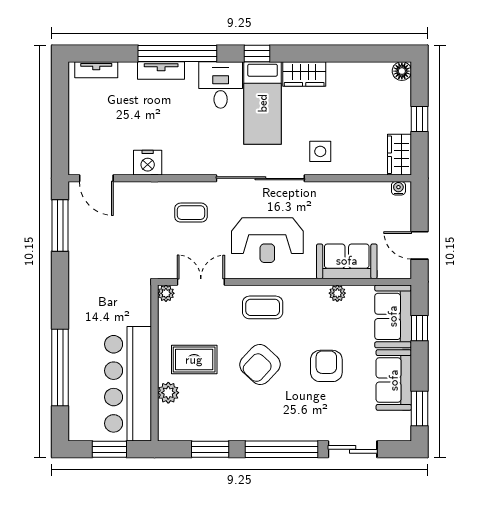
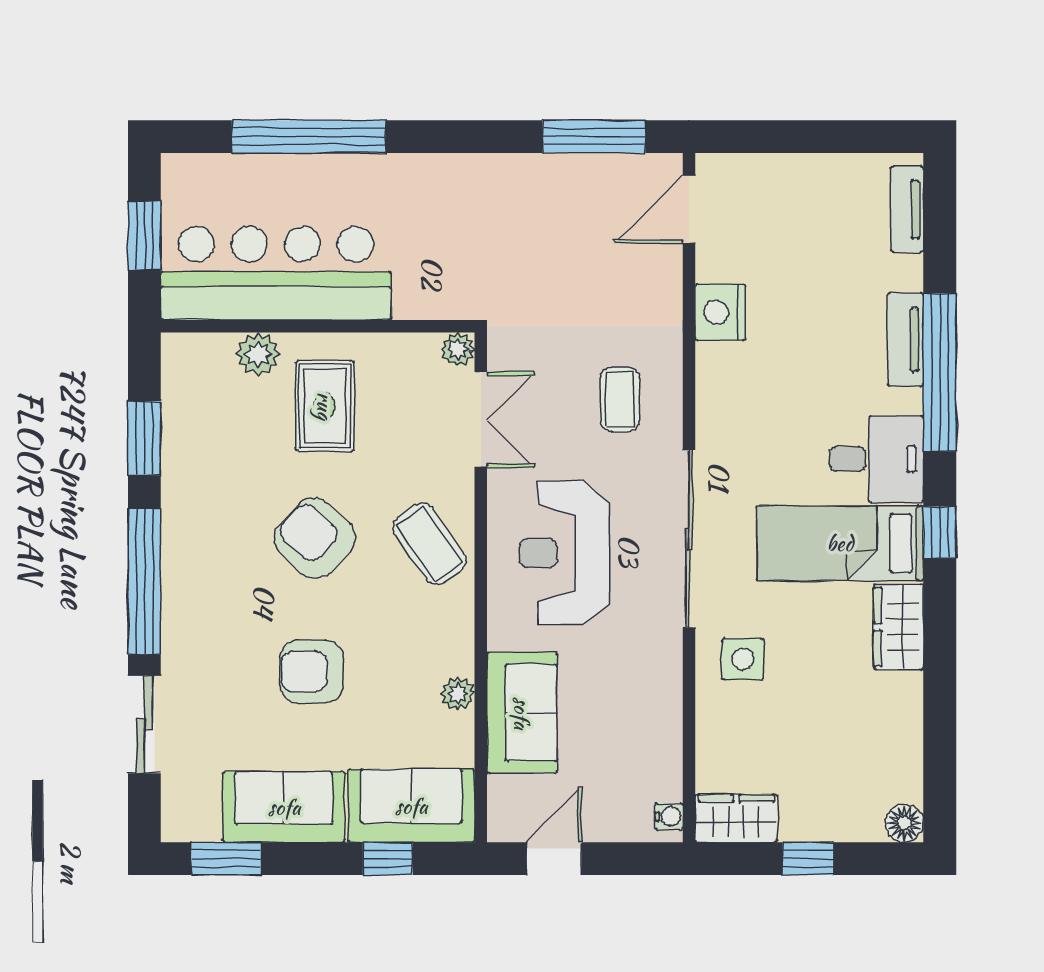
coffee table: (263, 307) -> (429, 544), turned -35
armchair: (326, 366) -> (312, 671), turned 180

